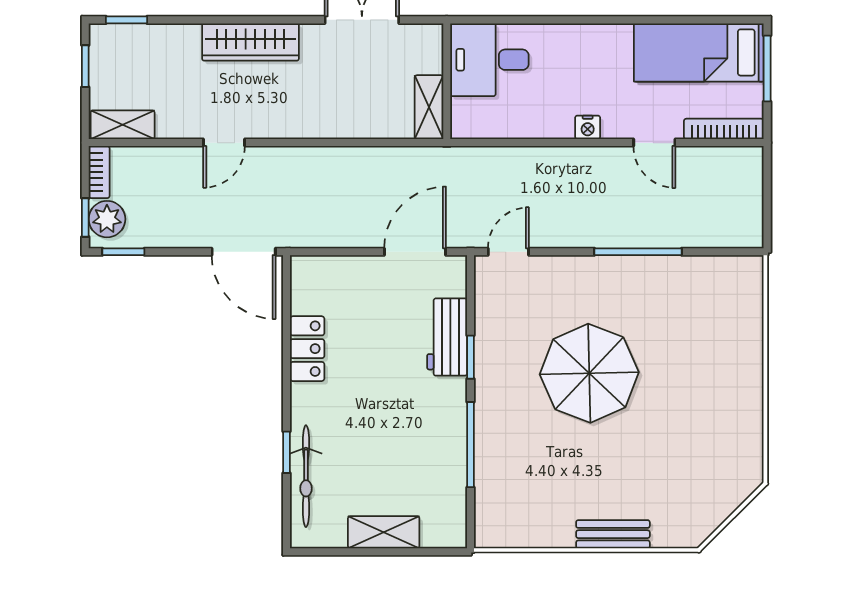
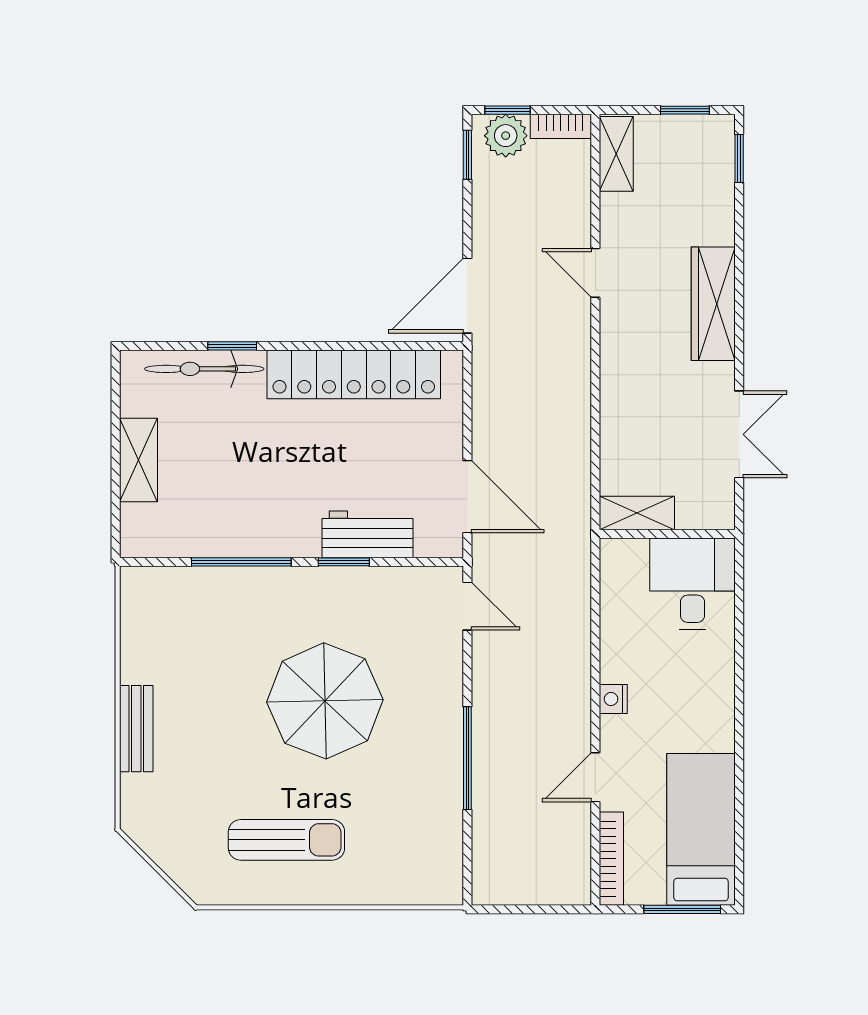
locker: (307, 349) -> (354, 374), width x2.16, depth x1.21
sun lounger: (708, 406) -> (286, 840), added

